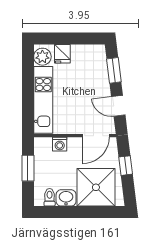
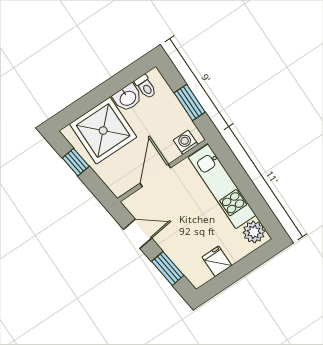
fridge: (62, 54) -> (217, 261), moved
door: (96, 136) -> (155, 176), moved
washing machine: (60, 144) -> (186, 142), moved
window: (126, 166) -> (76, 162), moved

